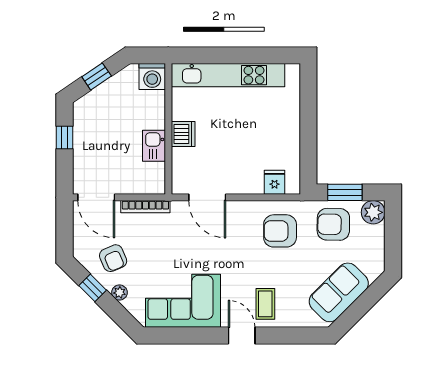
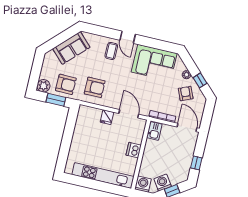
washing machine: (117, 87) -> (163, 183), added
kitchen sink: (154, 146) -> (154, 131), moved
fridge: (275, 182) -> (107, 117), moved

